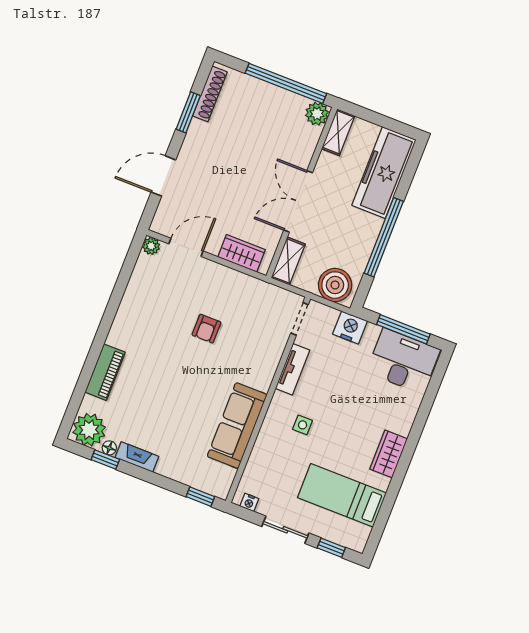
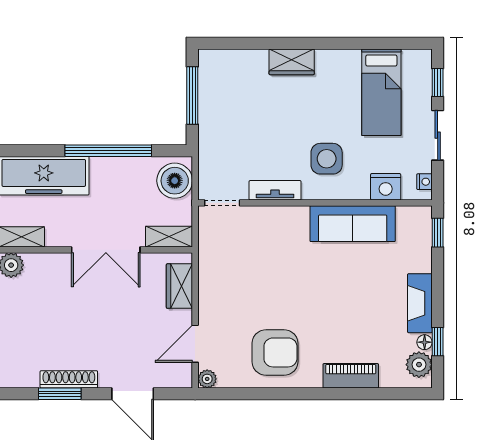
shoe rack: (210, 94) -> (69, 379), moved
door: (186, 247) -> (195, 344), hinge flipped
nightstand: (350, 327) -> (386, 187), moved, turned -90
armchair: (206, 329) -> (275, 352), moved, width x1.88, depth x1.88
desk: (403, 361) -> (224, 83), removed
side table: (303, 425) -> (327, 159), width x1.87, depth x1.87
plant: (89, 430) -> (419, 365), width x0.73, depth x0.73
wardrobe: (389, 454) -> (292, 62), moved
fireplace: (137, 457) -> (420, 303), width x1.37, depth x1.32

